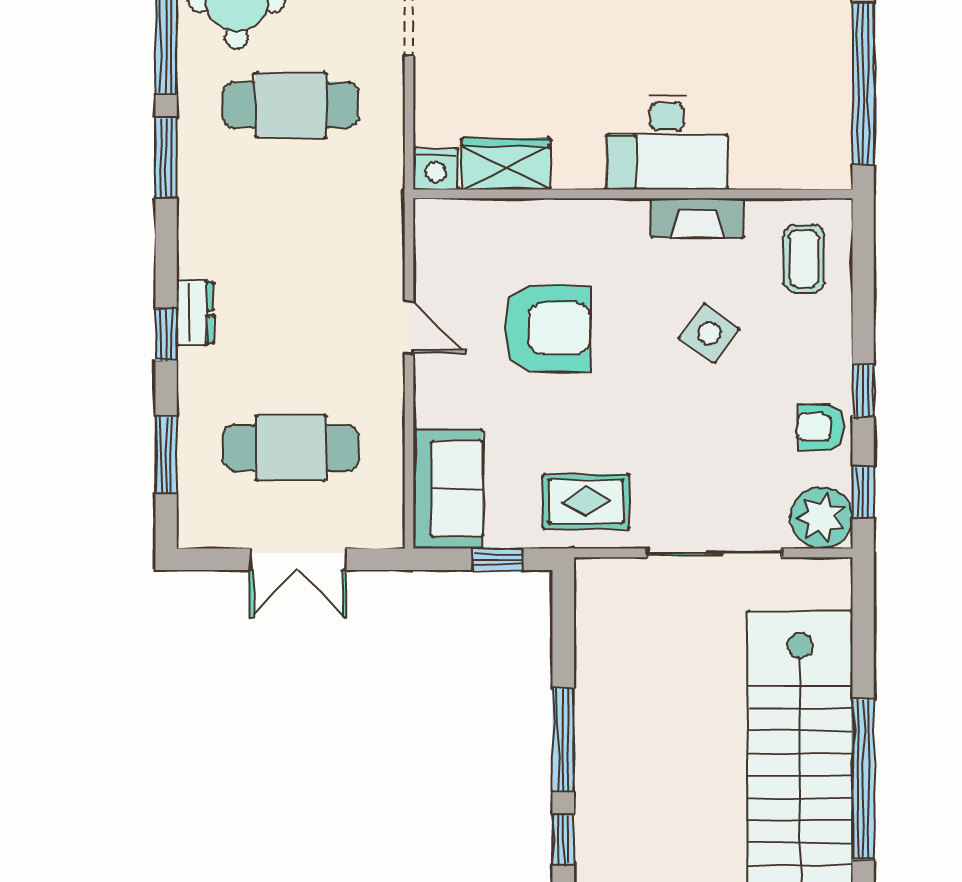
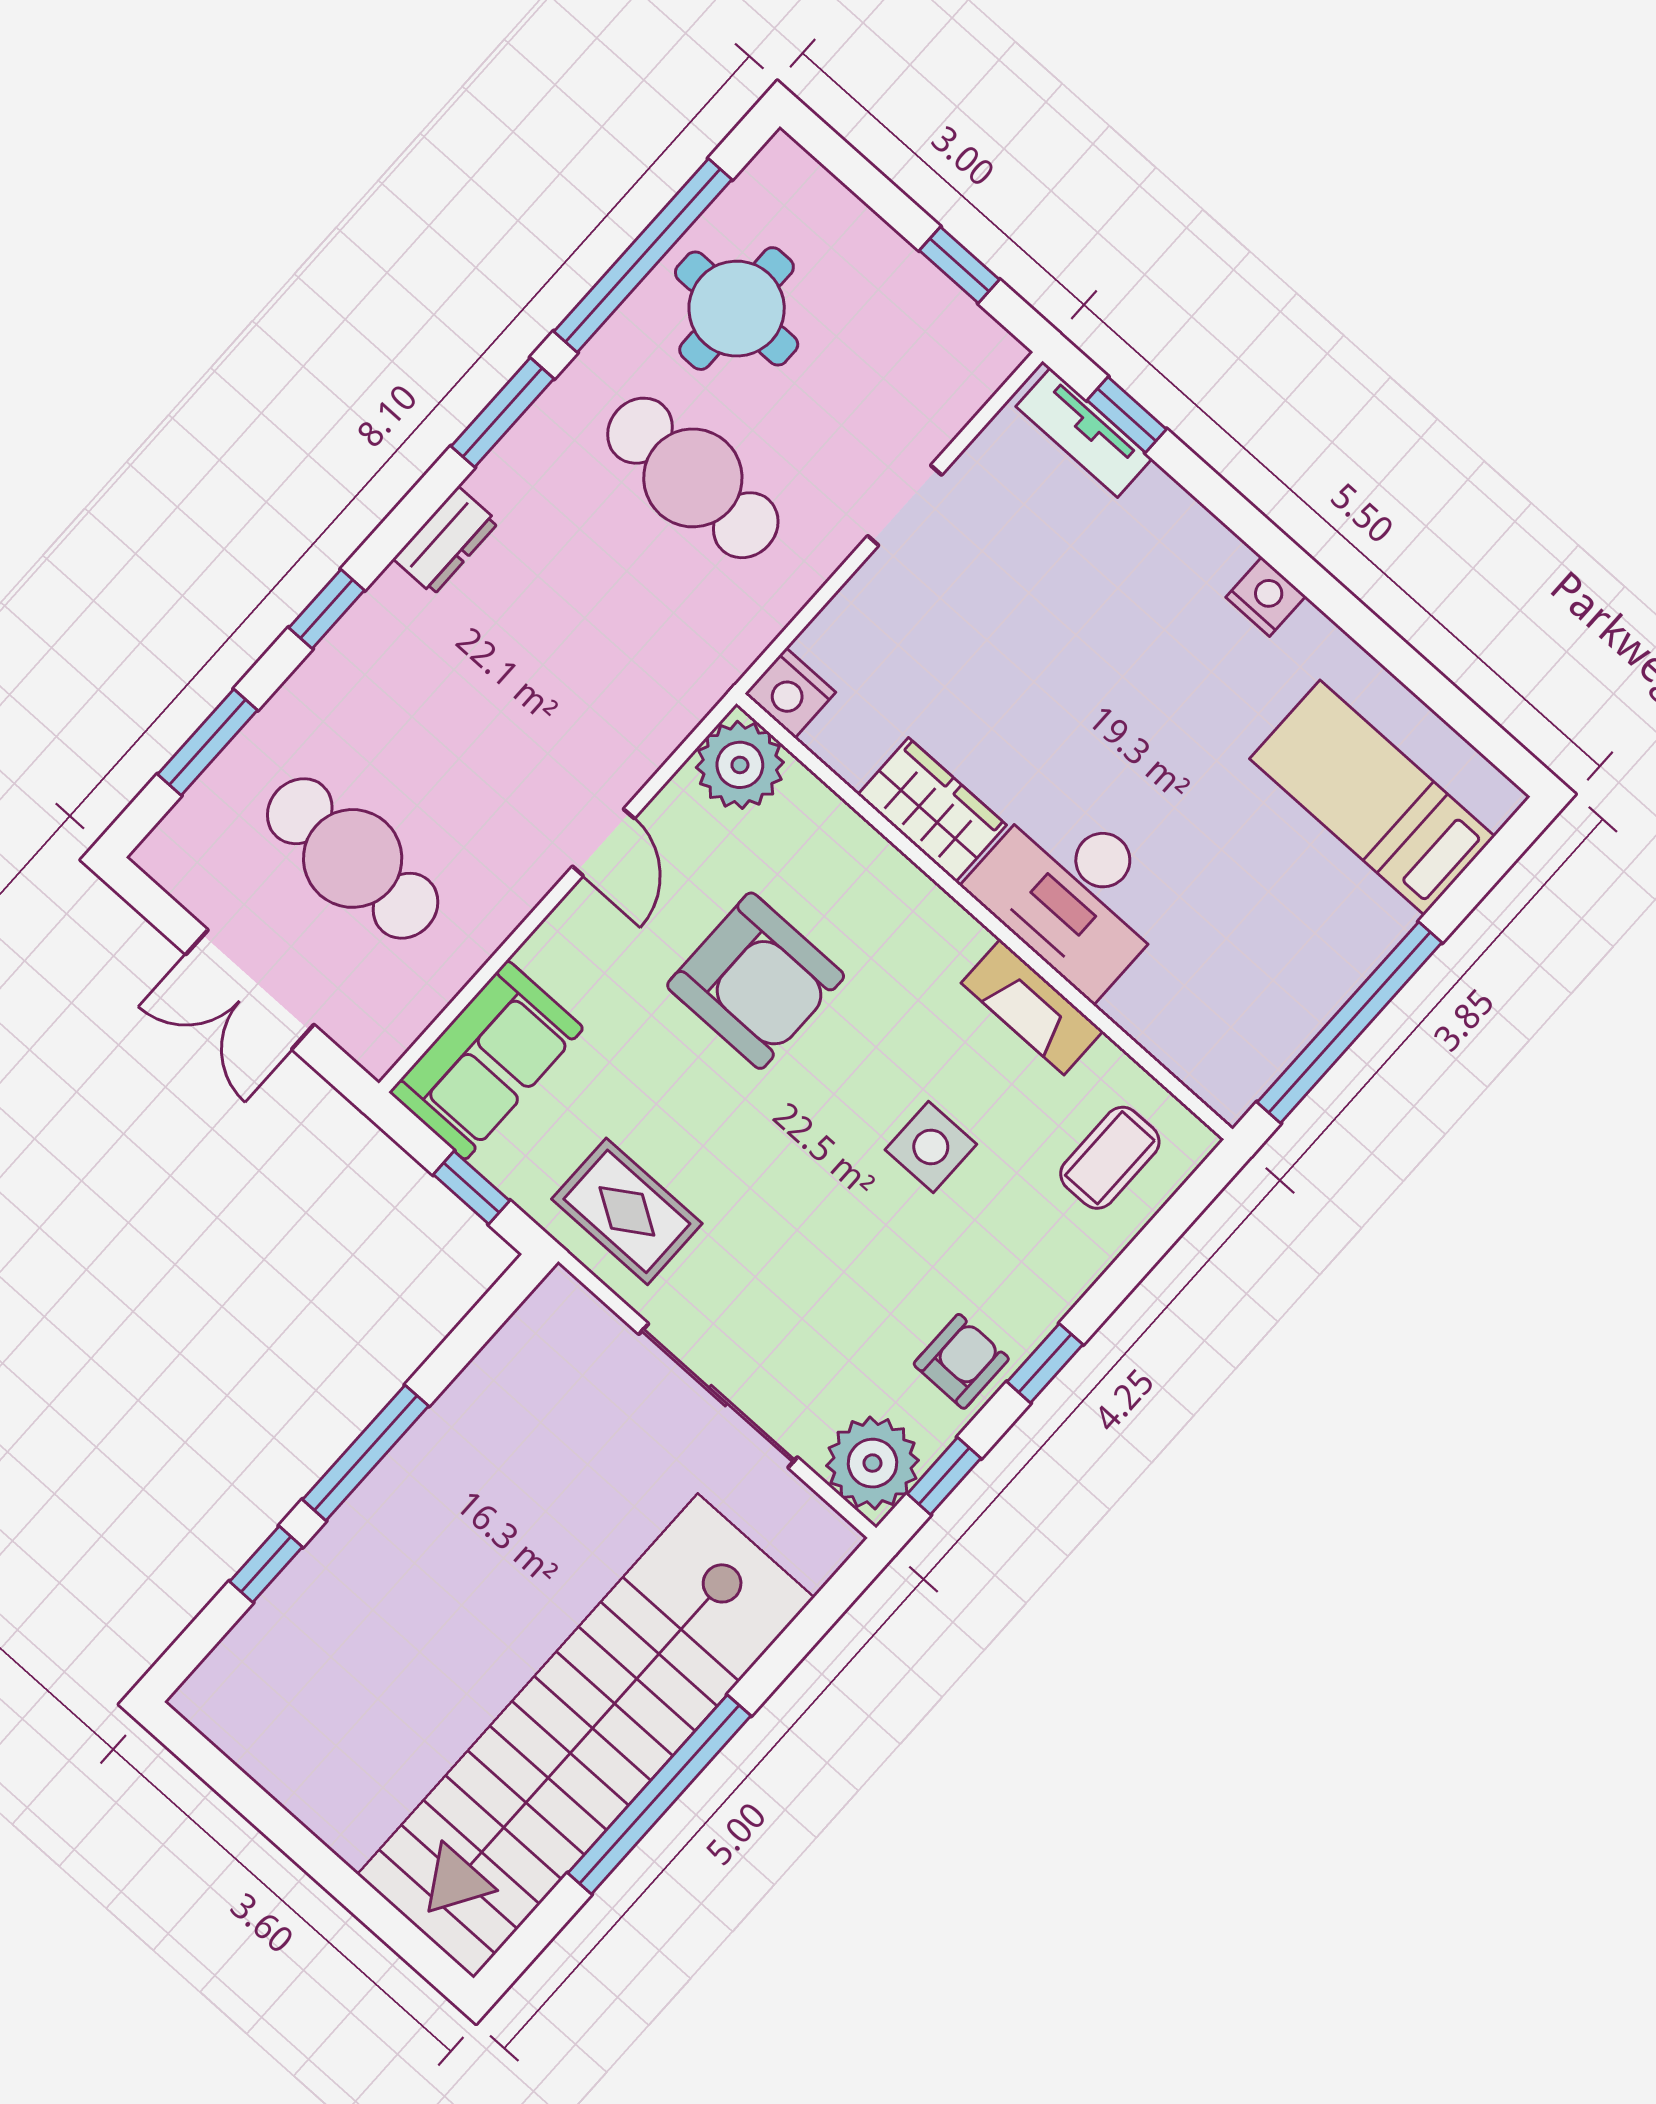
wardrobe: (506, 164) -> (932, 810), moved
plant: (443, 228) -> (740, 765), added
dresser: (195, 313) -> (446, 541), moved
side table: (709, 333) -> (931, 1147), turned -36
armchair: (820, 427) -> (961, 1361), turned 90

